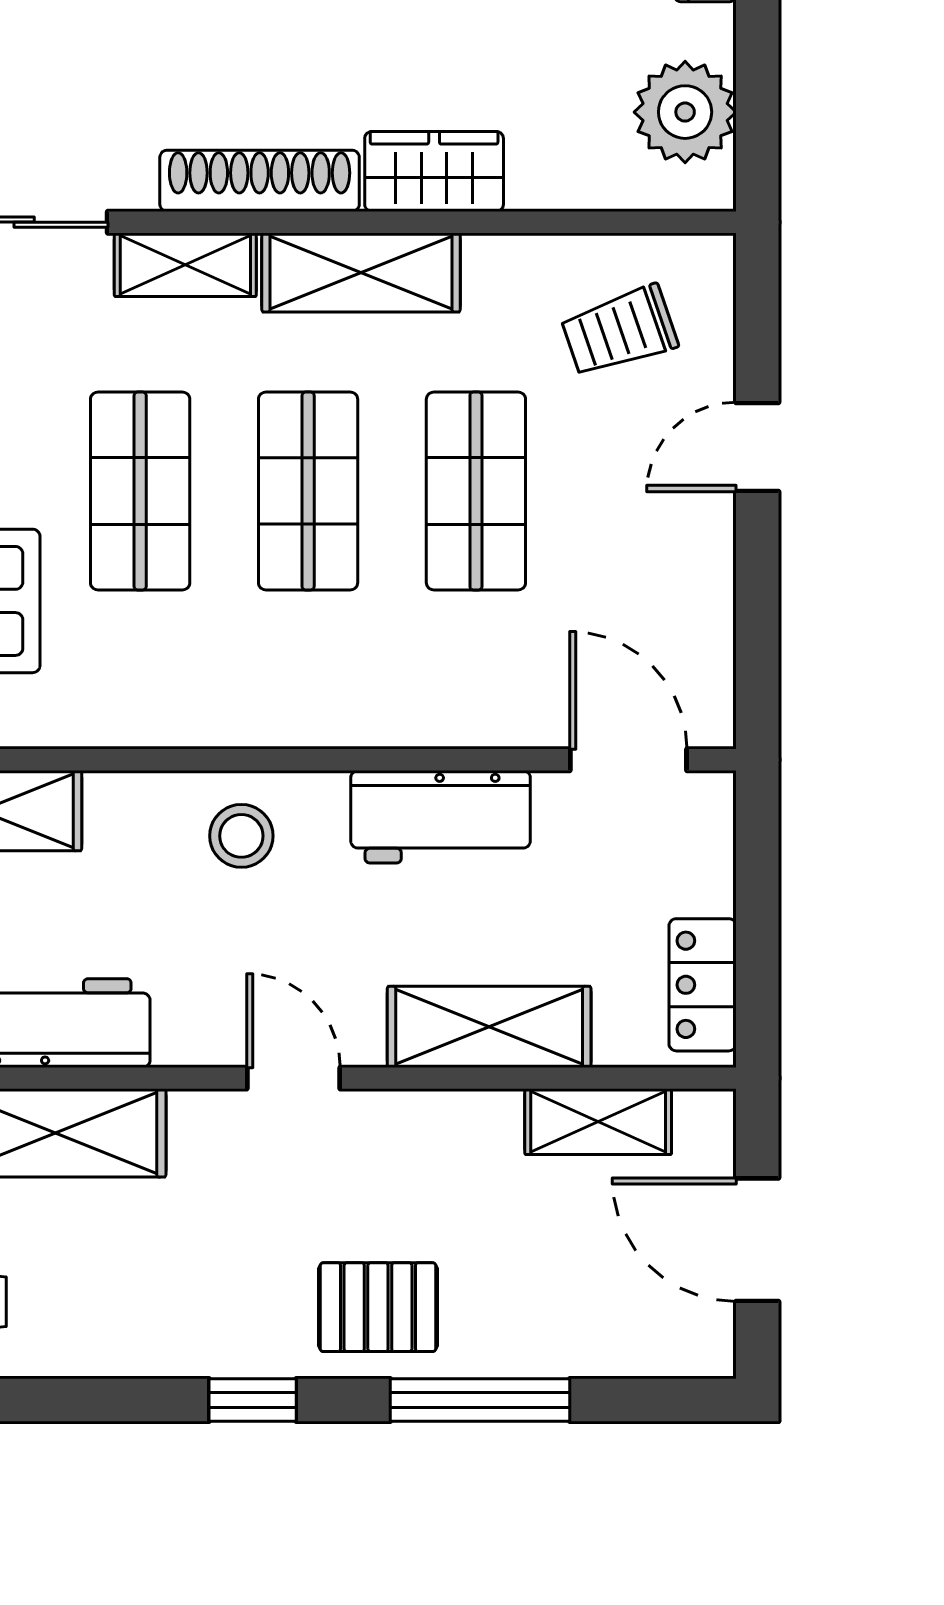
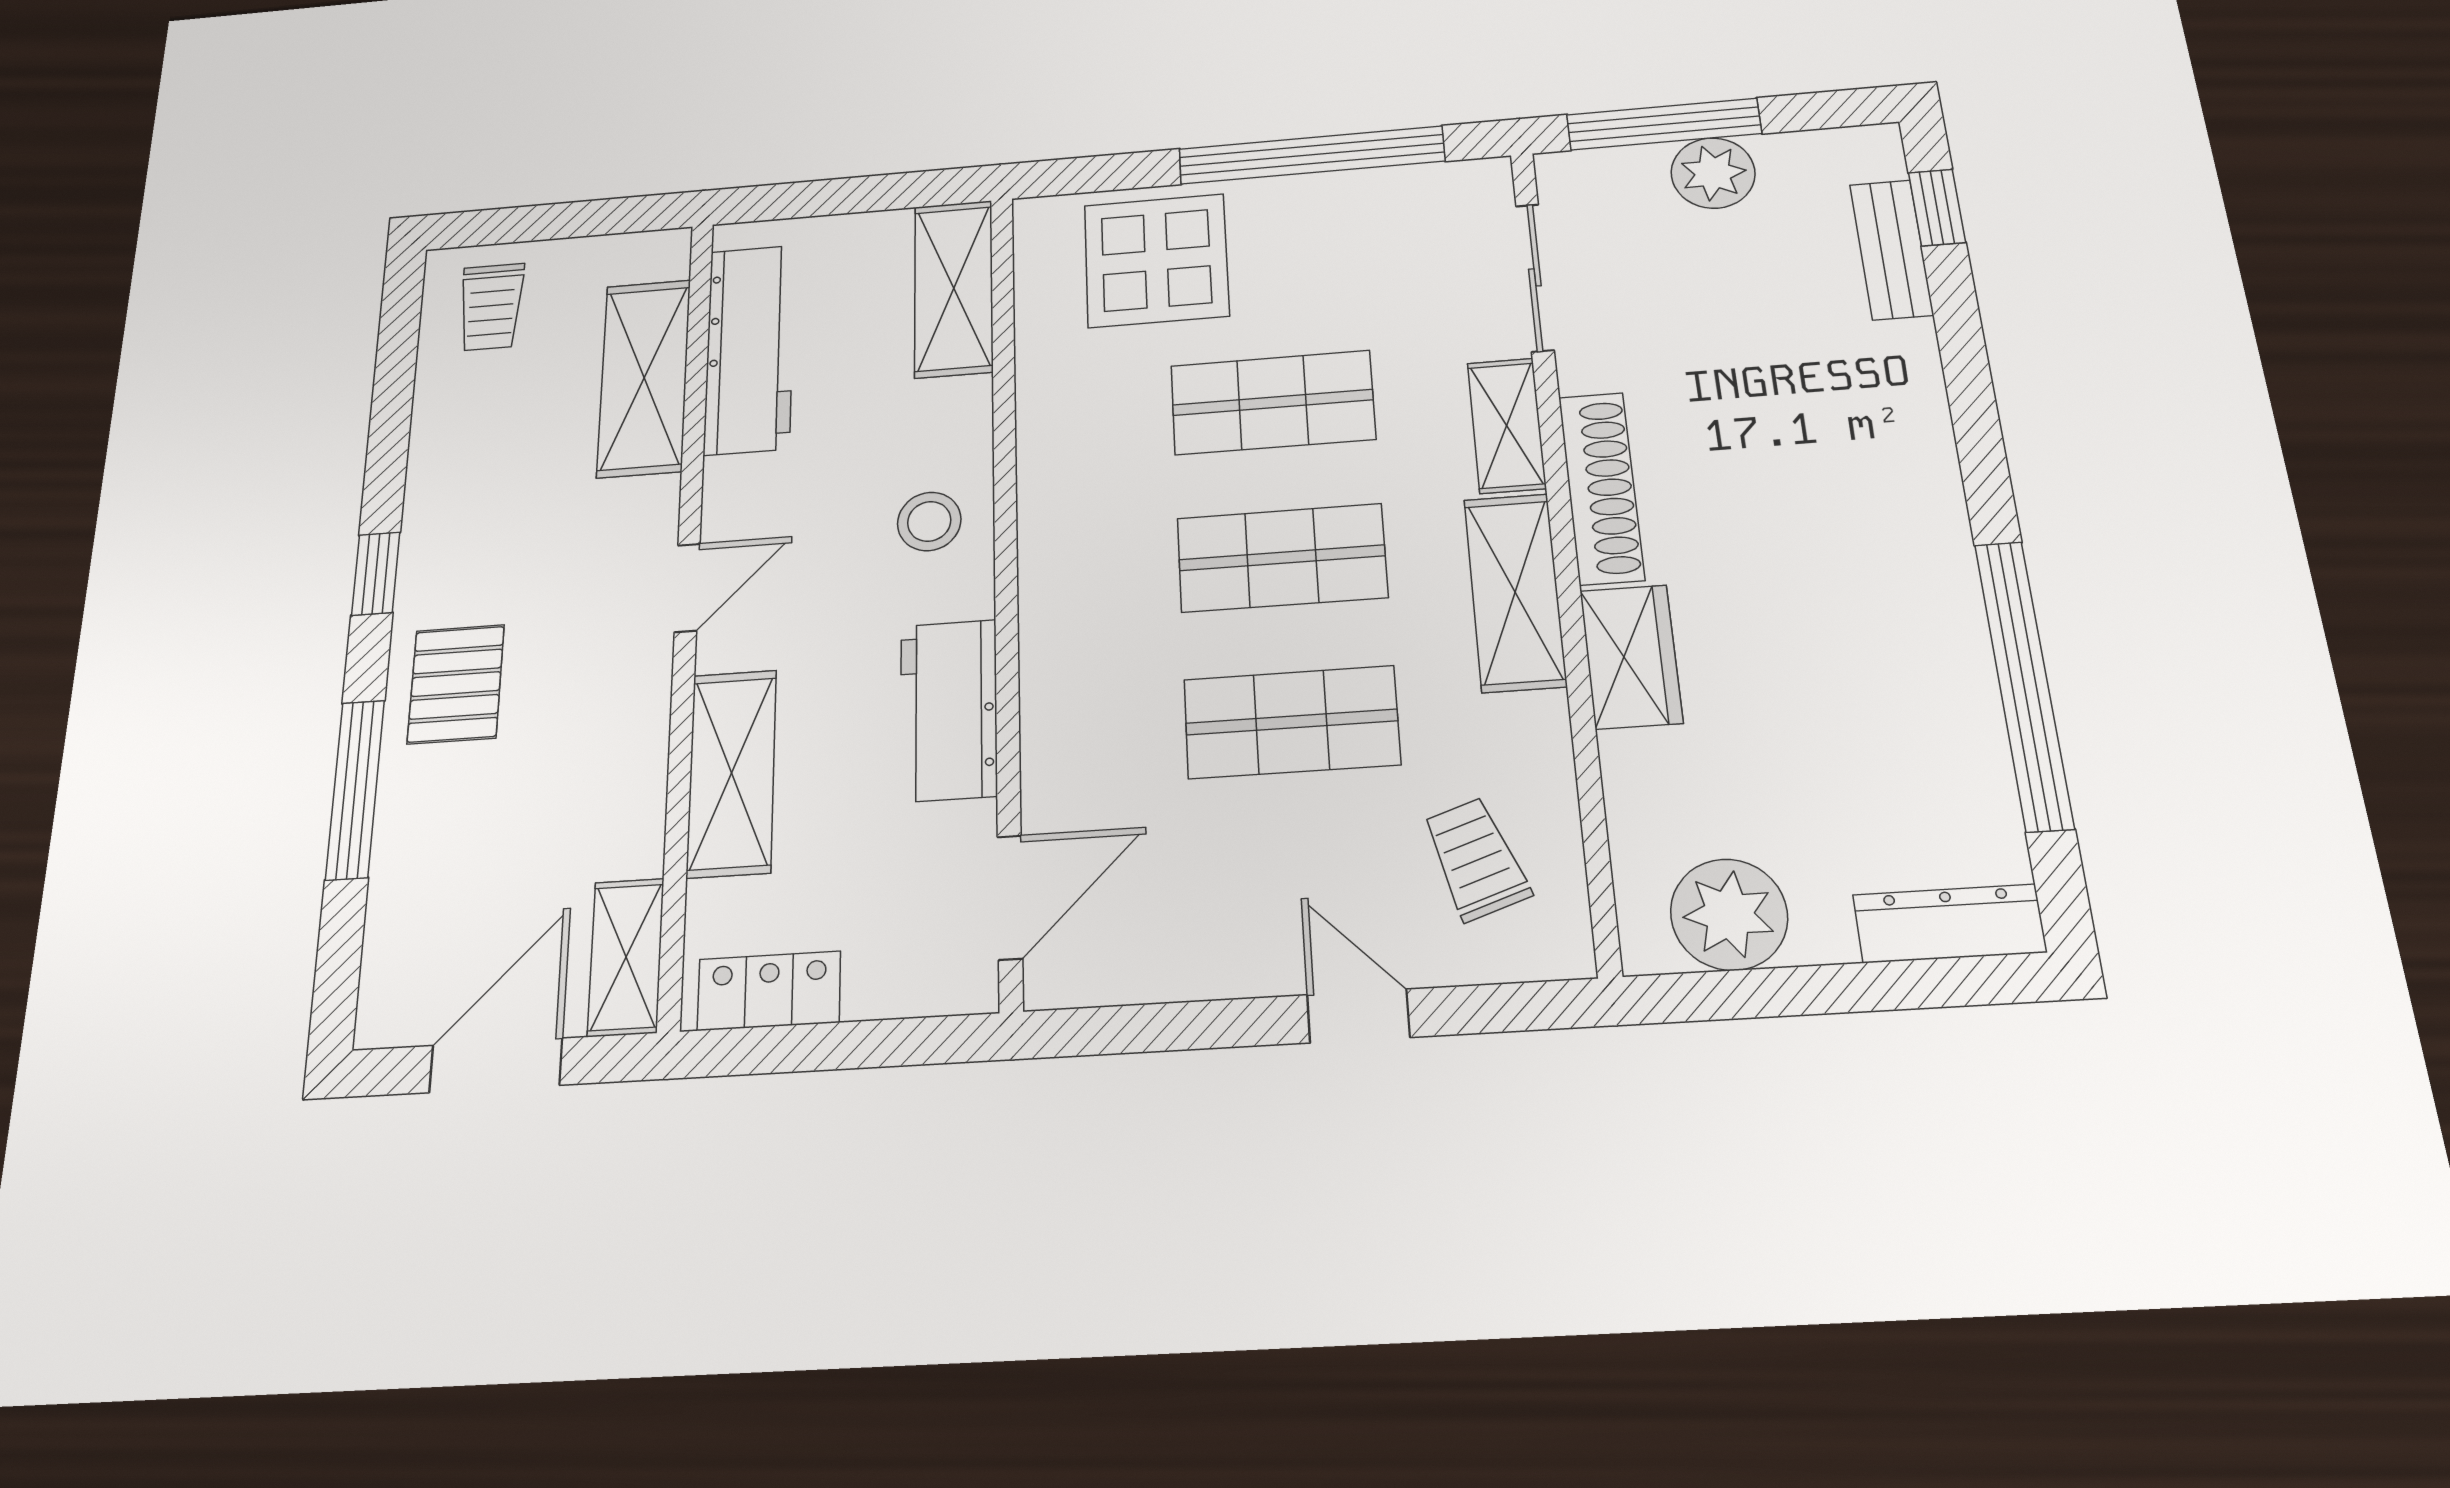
shelving: (598, 1122) -> (626, 957), moved

